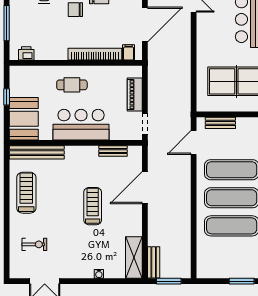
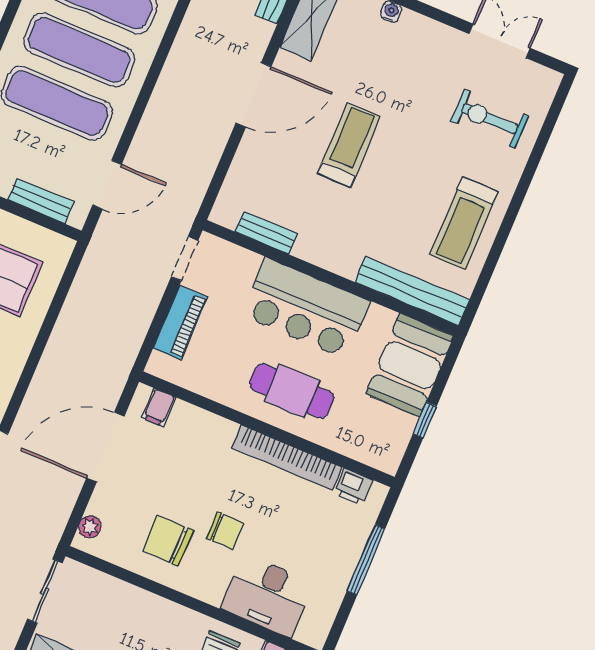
bookcase: (95, 54) -> (287, 457), moved
cafe table: (72, 85) -> (292, 391), width x1.37, depth x1.35
door: (145, 188) -> (253, 95), moved
treadmill: (93, 206) -> (349, 145), turned 180
exercise bike: (34, 244) -> (490, 119), width x1.38, depth x1.39

